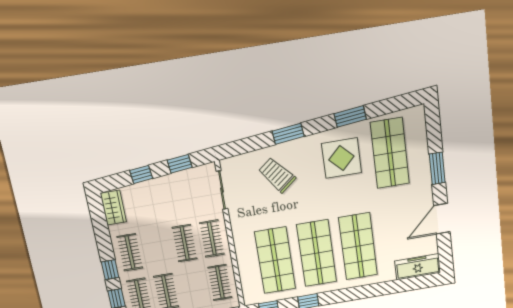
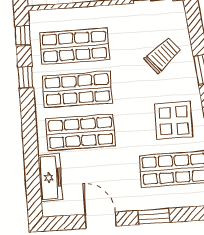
freezer: (418, 267) -> (50, 178), moved

